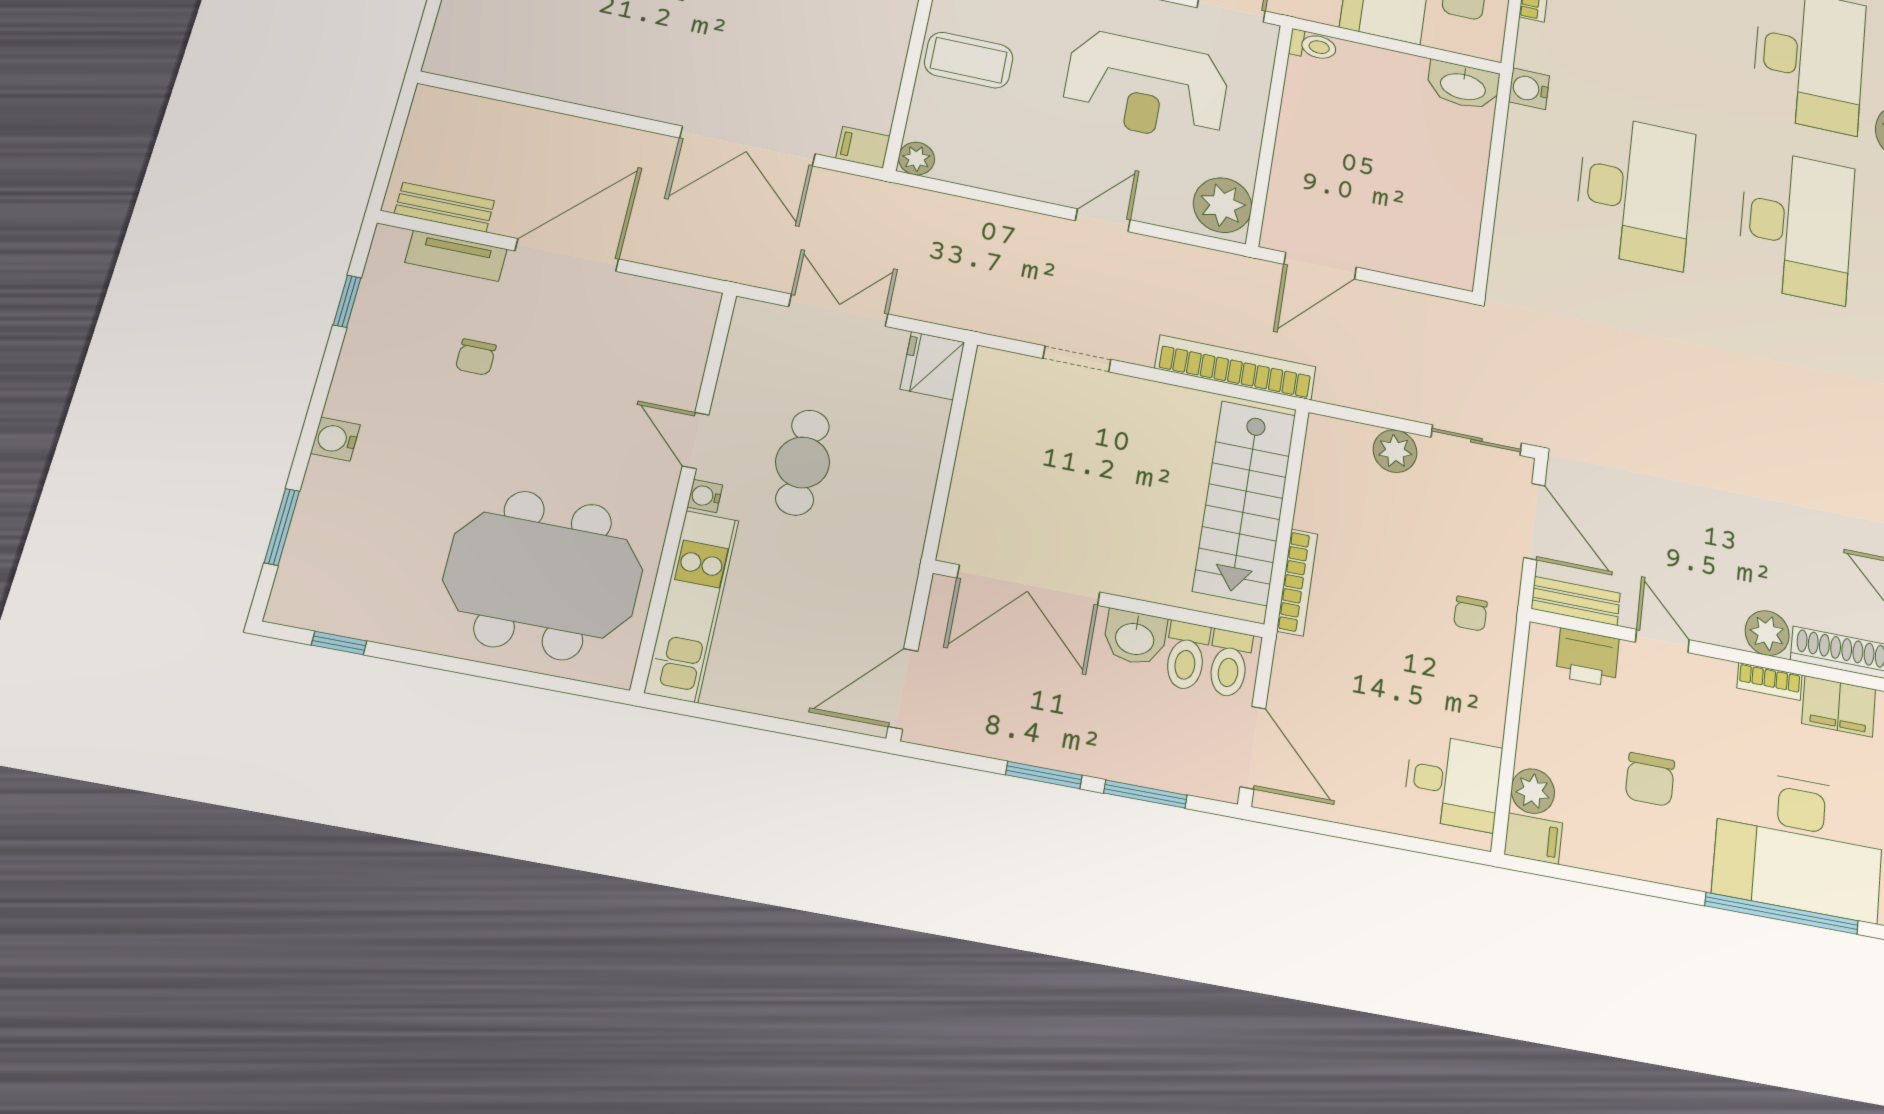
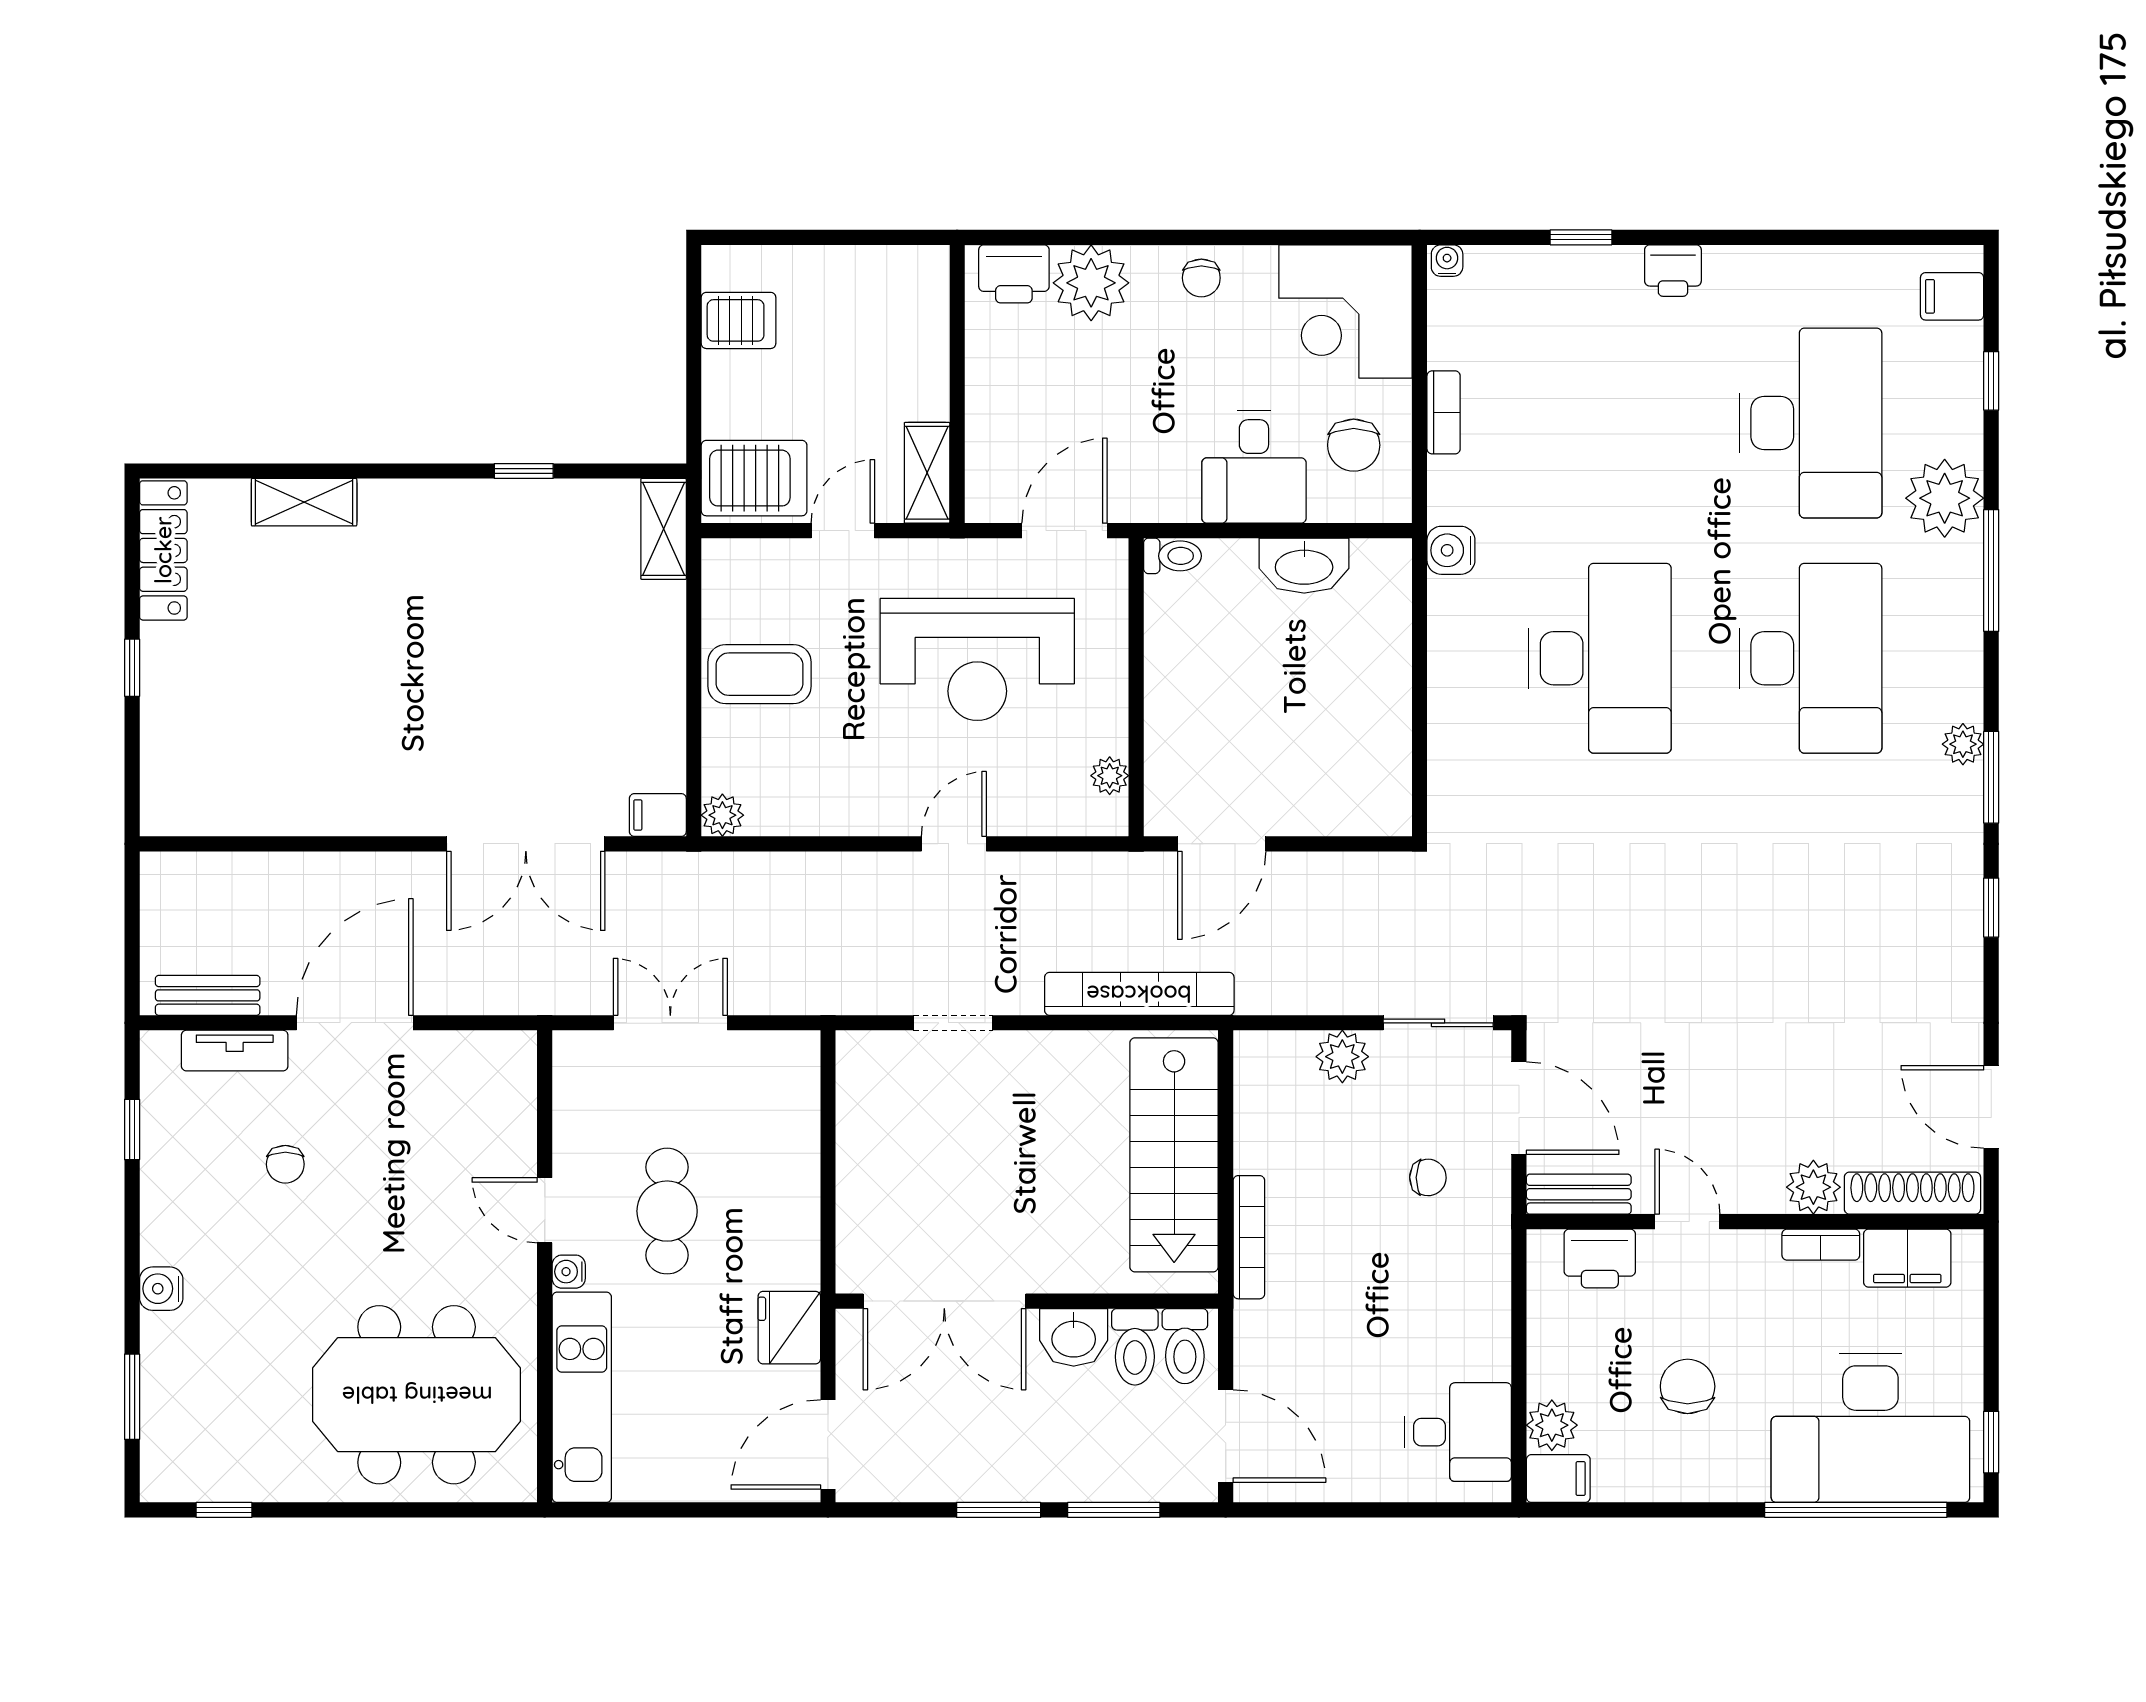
washbasin: (1463, 86) -> (1304, 566), moved
plant: (1223, 205) -> (1110, 776), width x0.53, depth x0.53
fridge: (932, 366) -> (789, 1328), moved
chair: (1470, 614) -> (1428, 1177), moved, turned -89
chair: (1650, 779) -> (1688, 1386), turned 180

